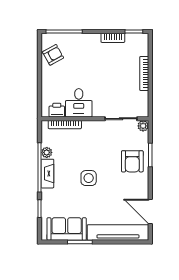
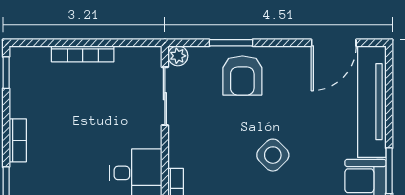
bookcase: (113, 38) -> (18, 140), moved
armchair: (132, 161) -> (242, 76), turned 90
side table: (89, 178) -> (273, 155), turned 45

